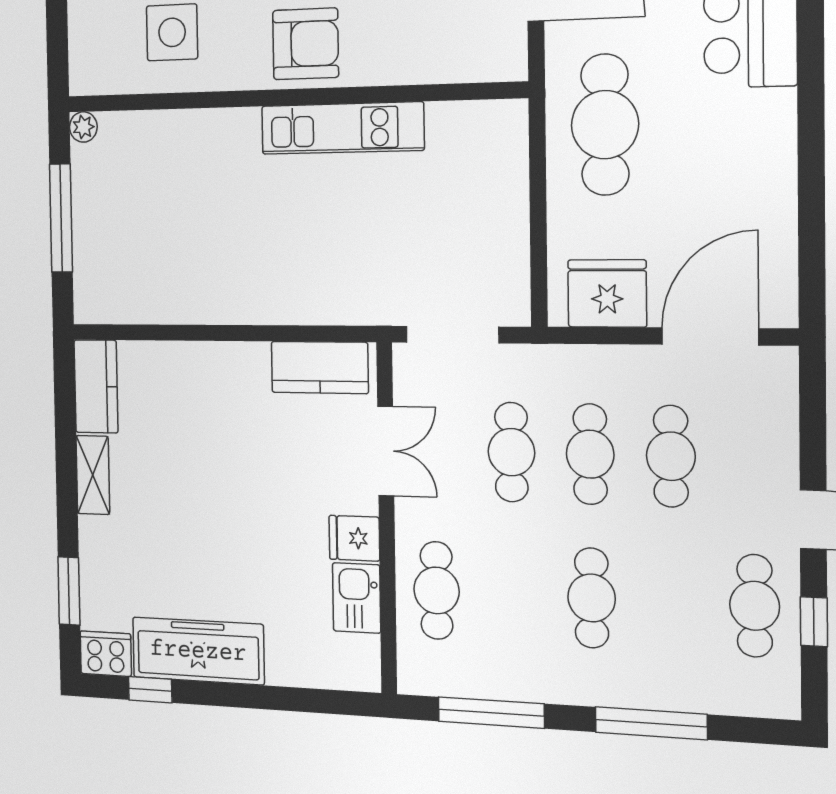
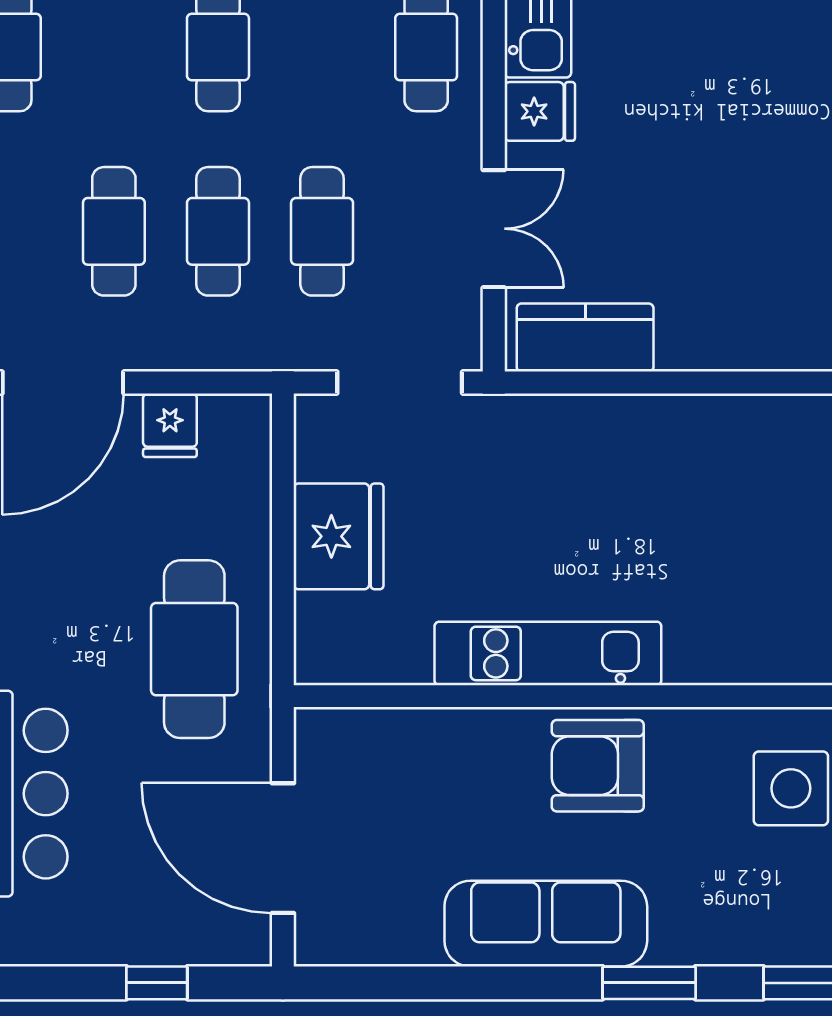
fridge: (496, 215) -> (339, 536), added
fridge: (607, 293) -> (170, 425), width x0.53, depth x0.75
double door: (386, 451) -> (494, 229), swing flipped

